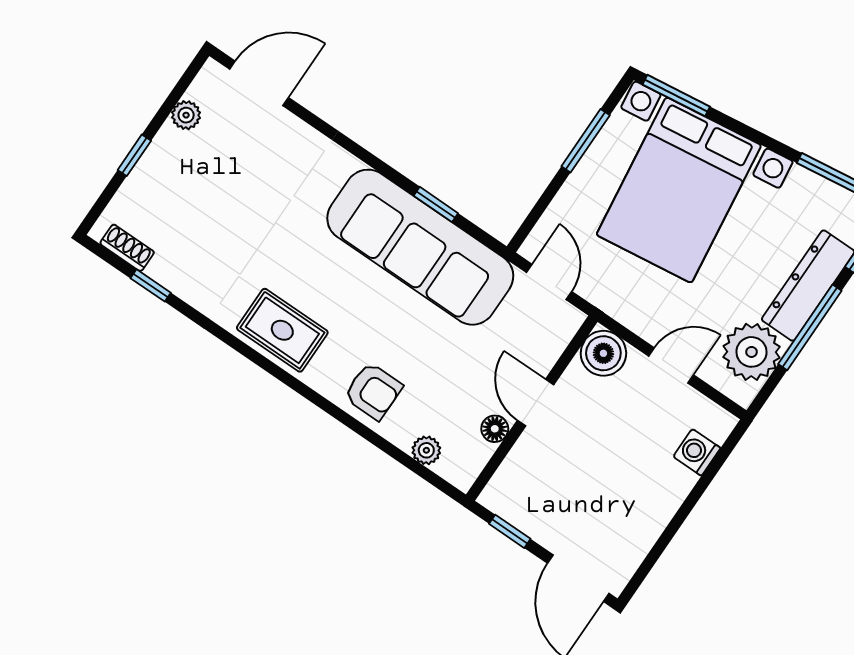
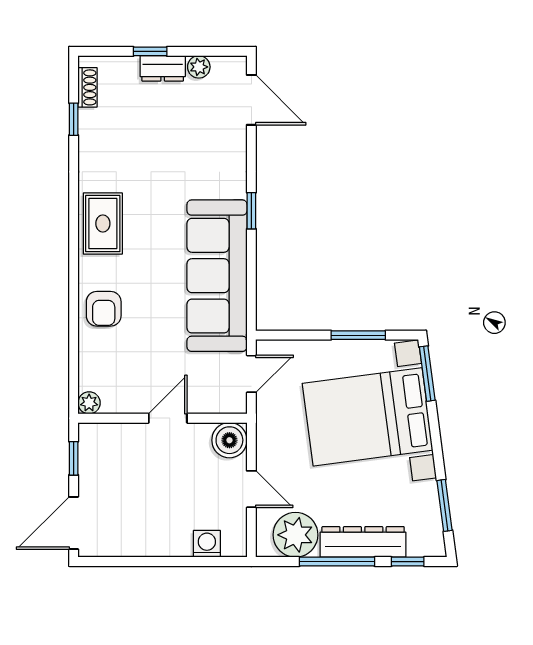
dresser: (161, 154) -> (163, 68), added
window: (436, 204) -> (251, 211), moved
floor lamp: (495, 429) -> (133, 404), removed
plant: (426, 450) -> (89, 403), moved

